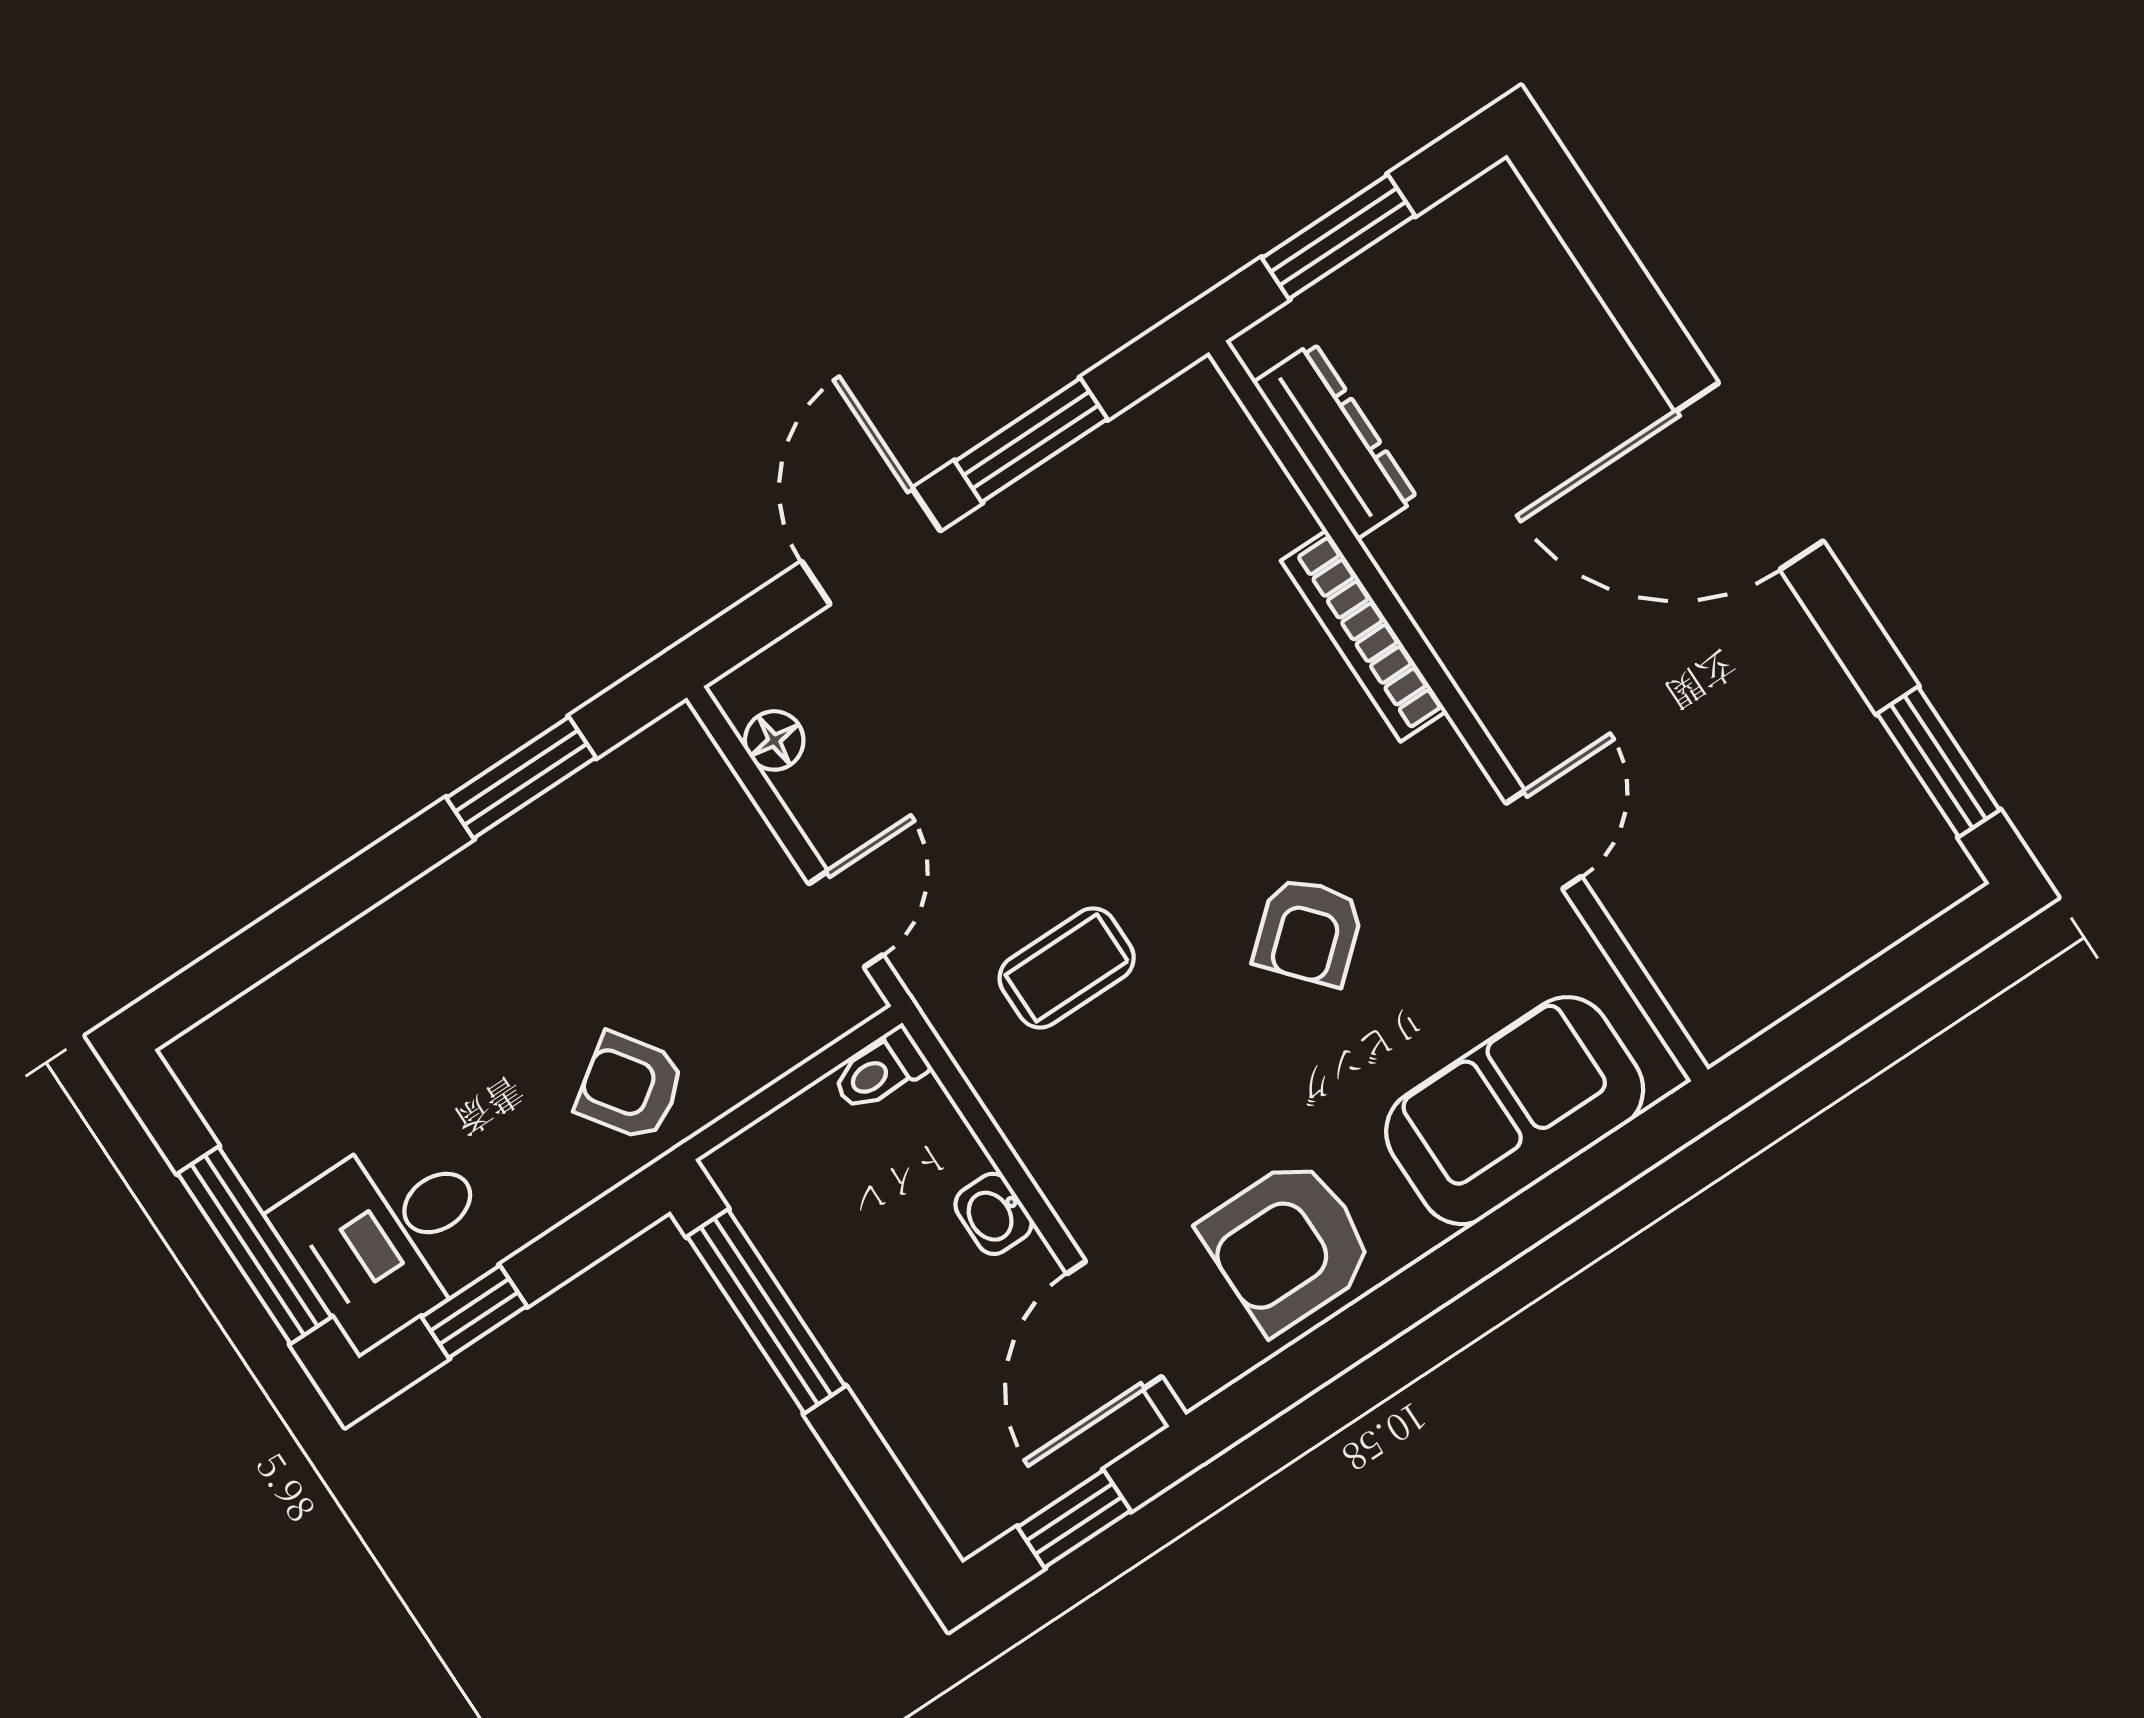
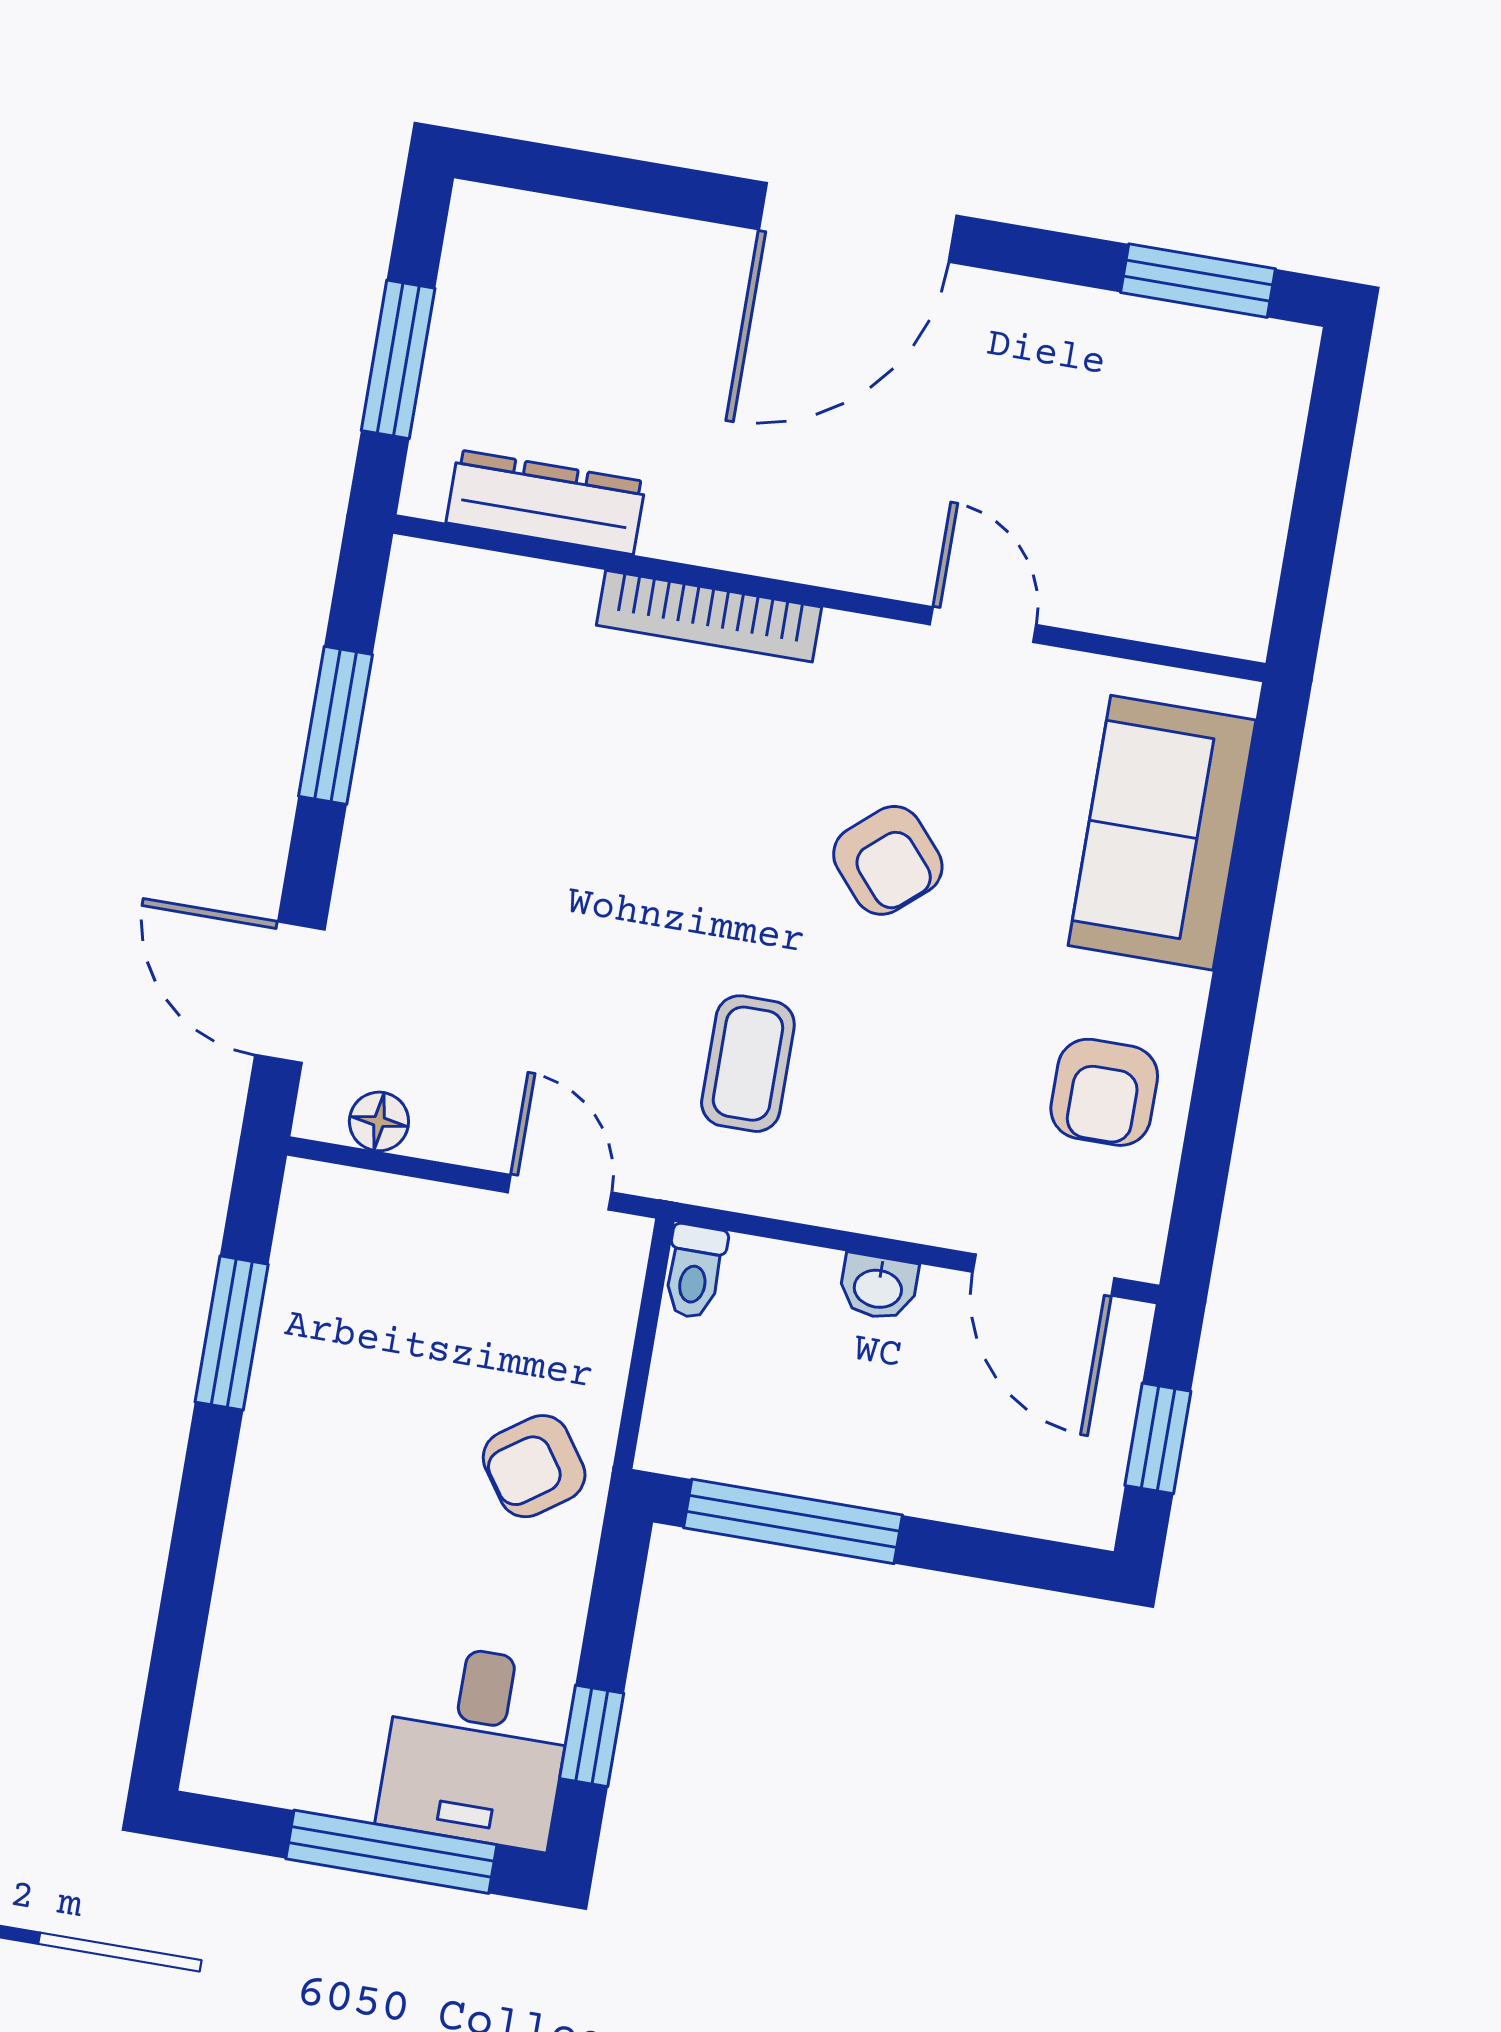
door: (871, 546) -> (290, 992), moved
armchair: (1288, 1245) -> (1104, 1092), width x0.72, depth x0.72

